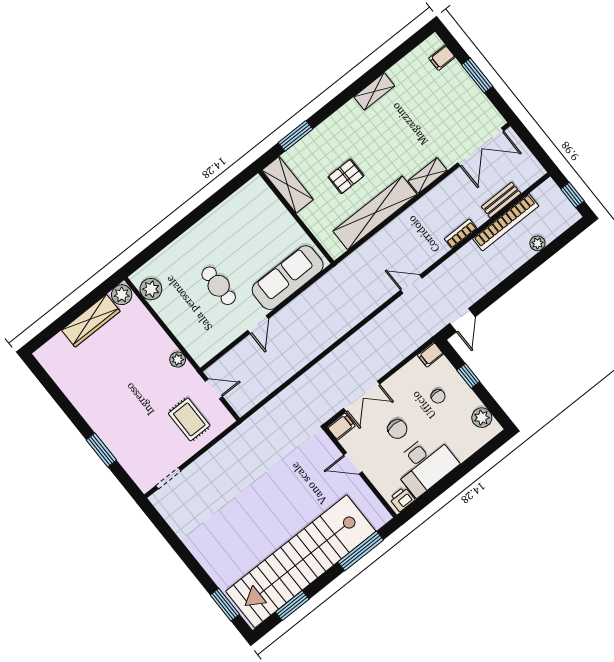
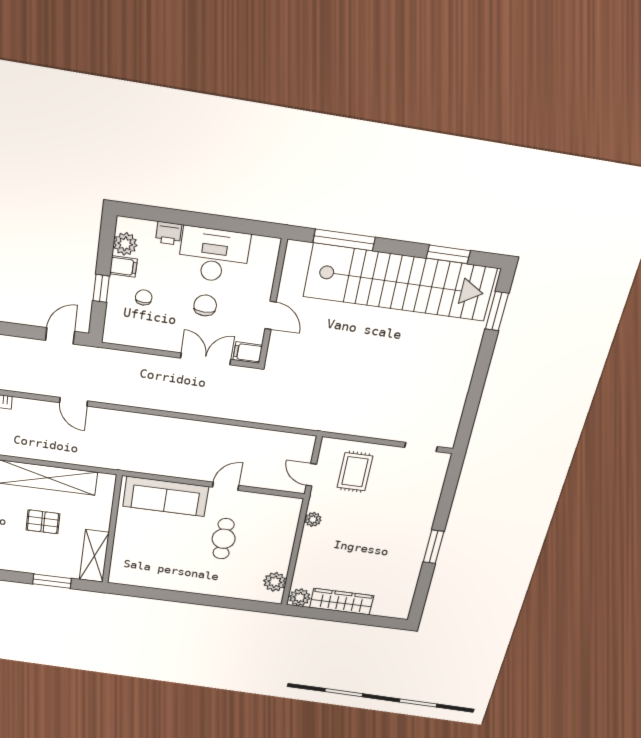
filing cabinet: (430, 354) -> (123, 266), moved
window: (101, 450) -> (433, 547), moved
printer: (402, 499) -> (169, 233), moved

